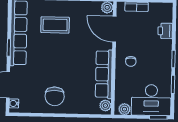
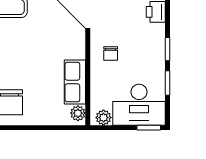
row of seats: (104, 74) -> (75, 82), width x0.68

